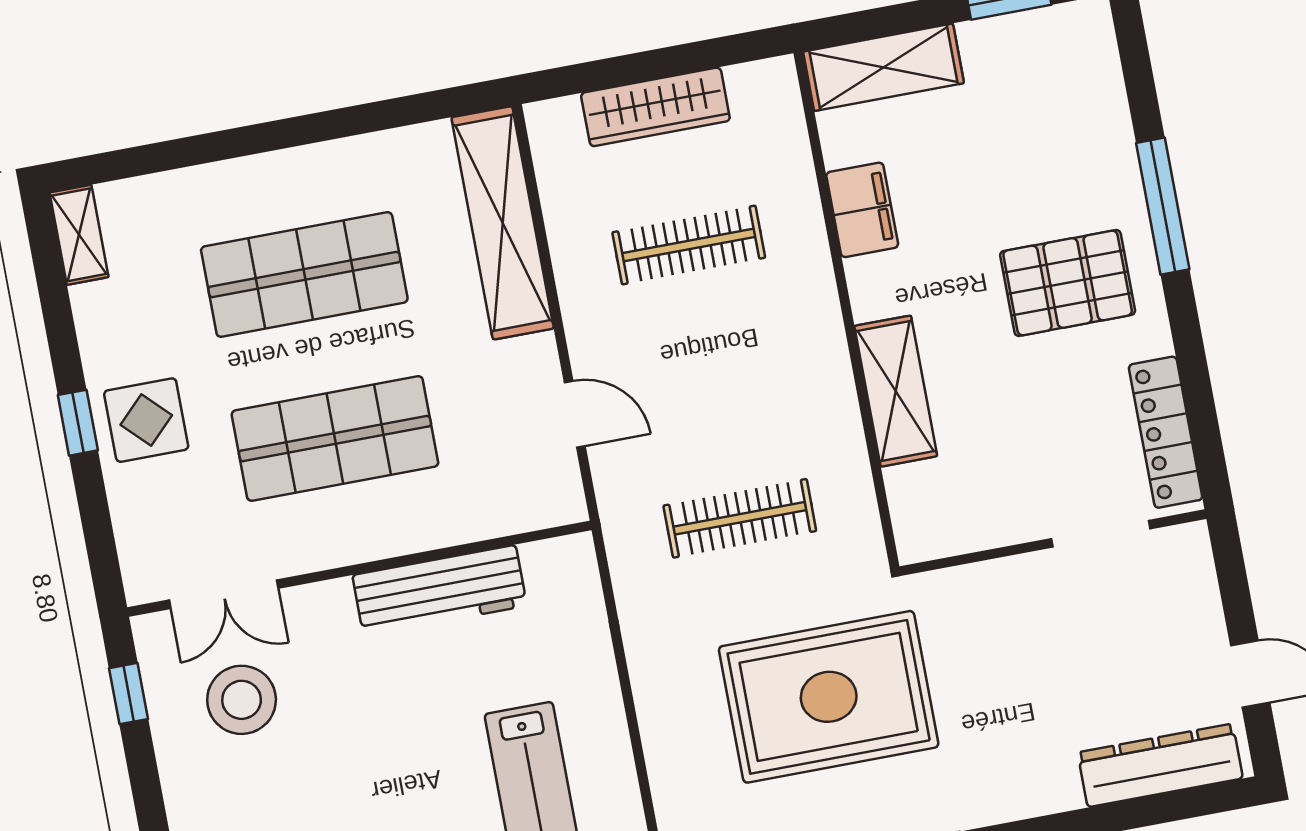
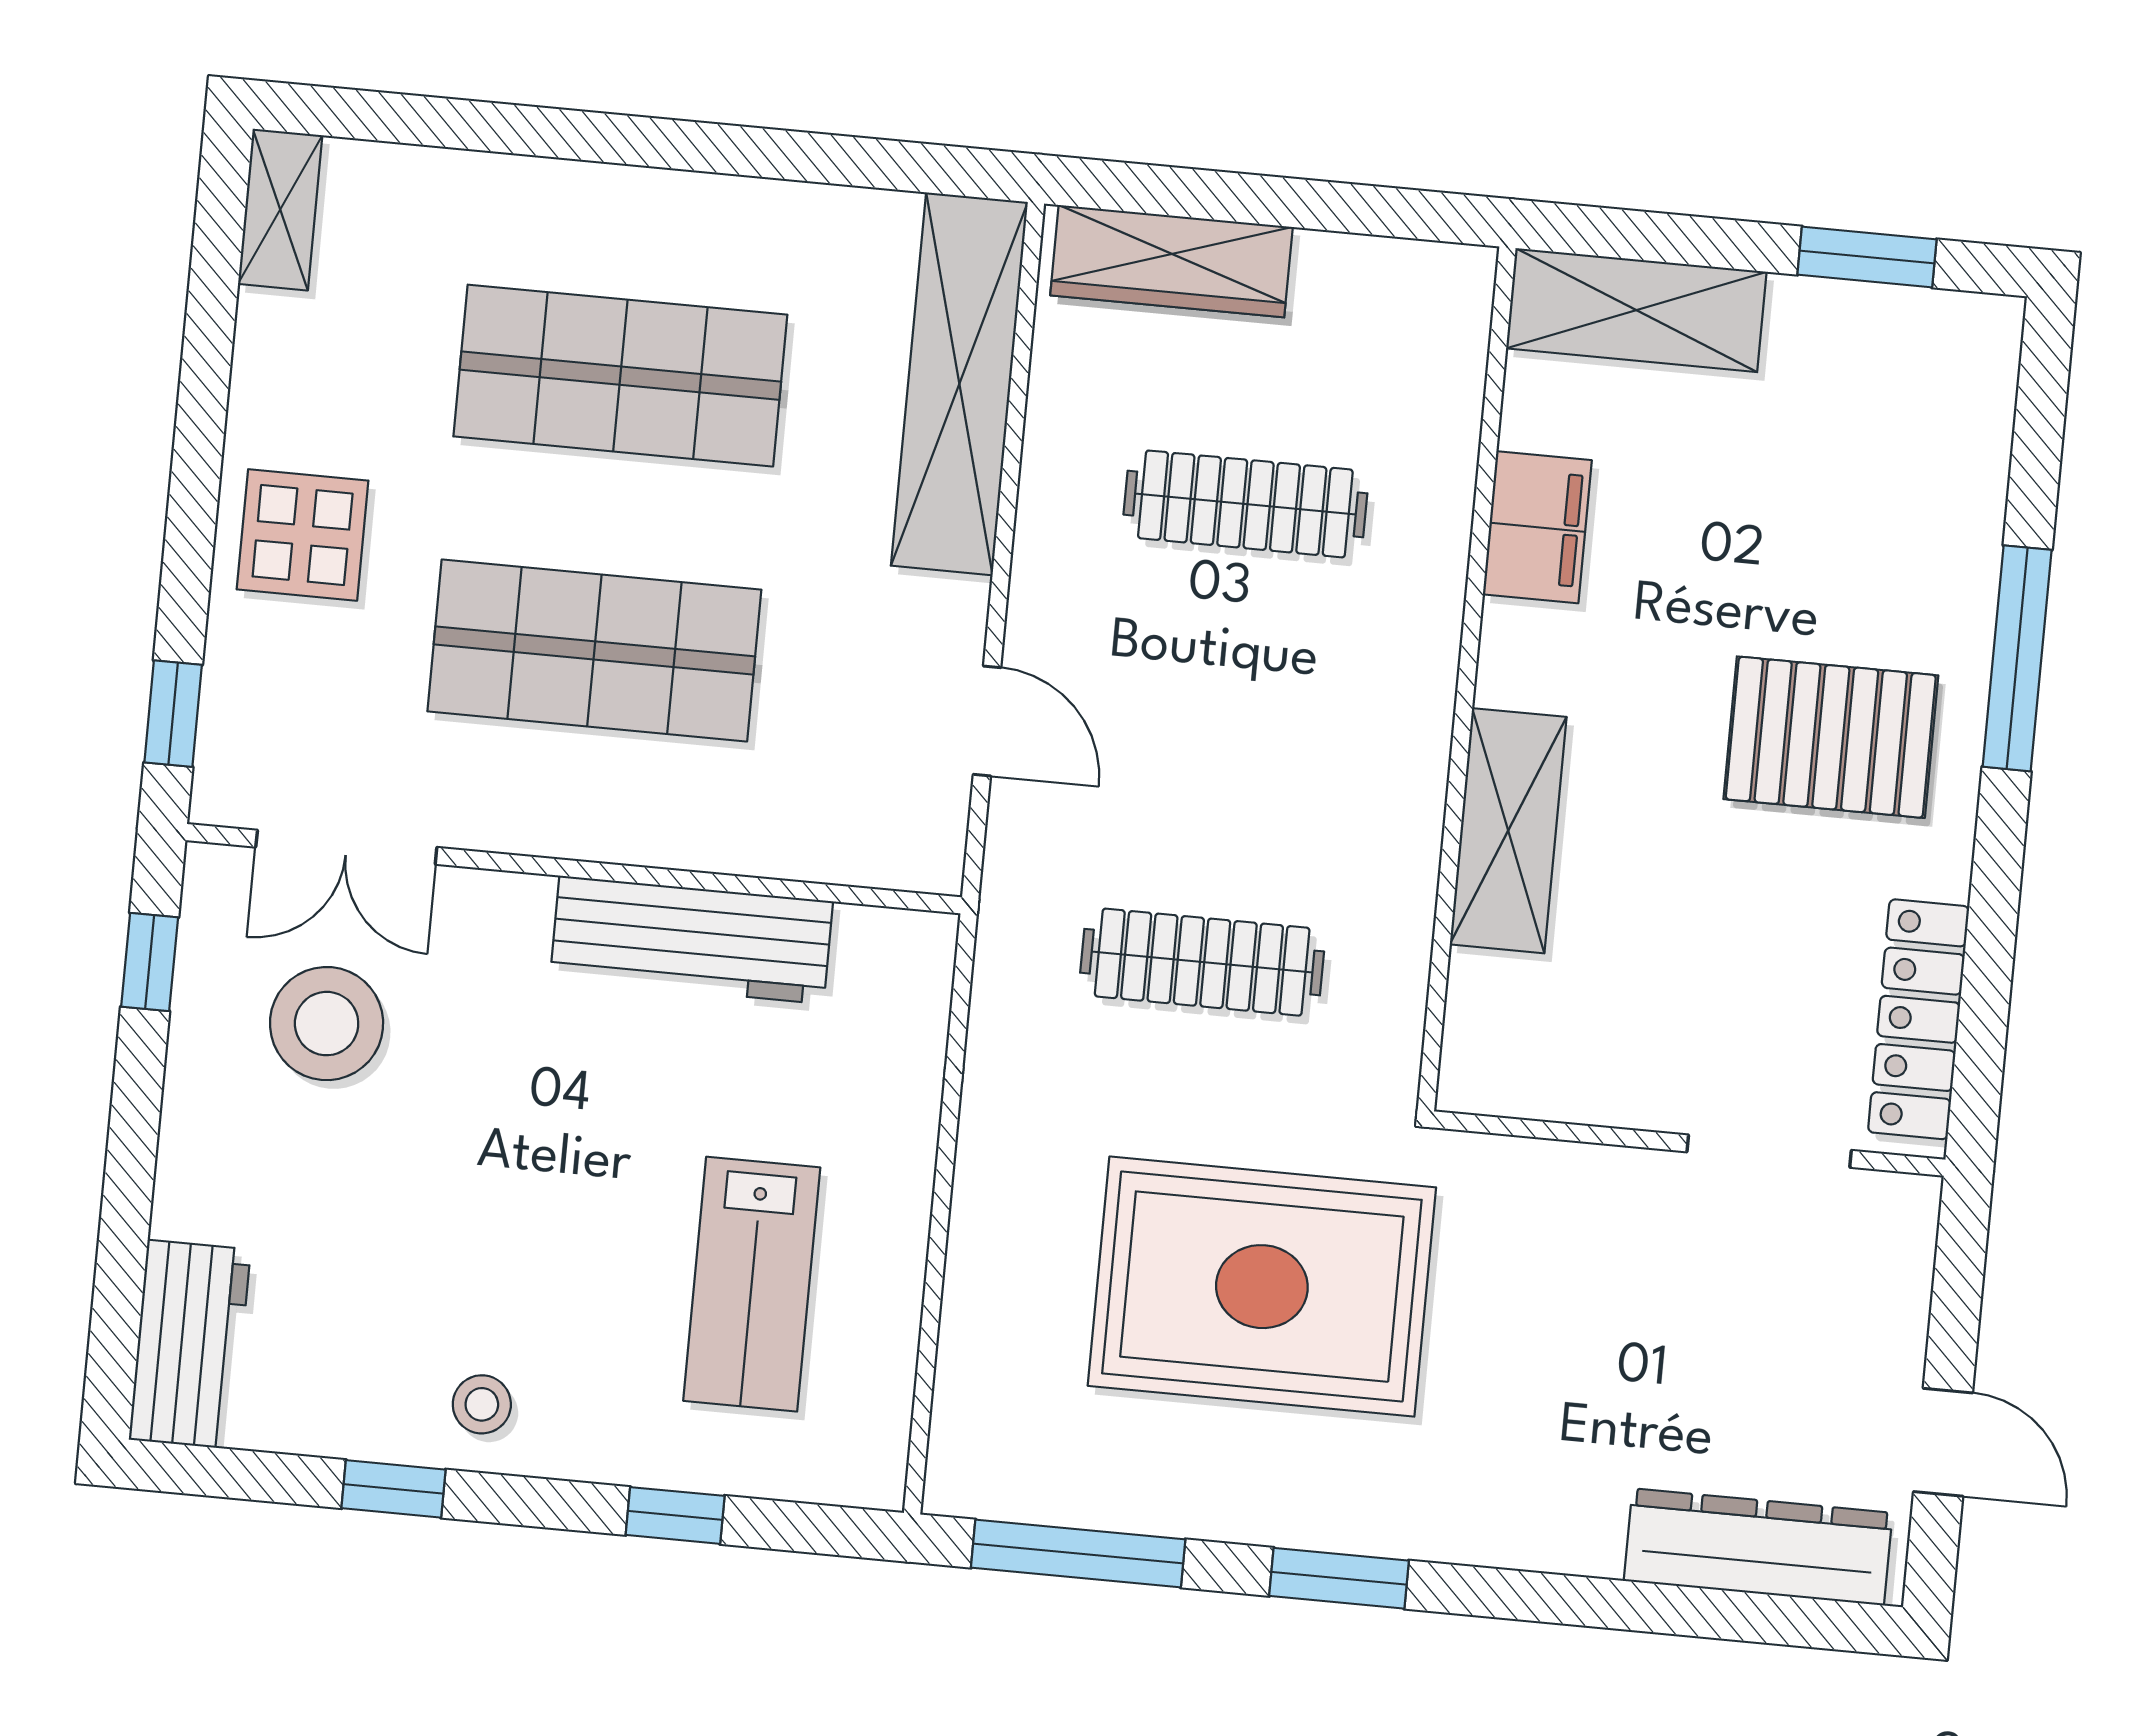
wardrobe: (655, 107) -> (1171, 261), moved
window: (78, 423) -> (173, 714), moved

